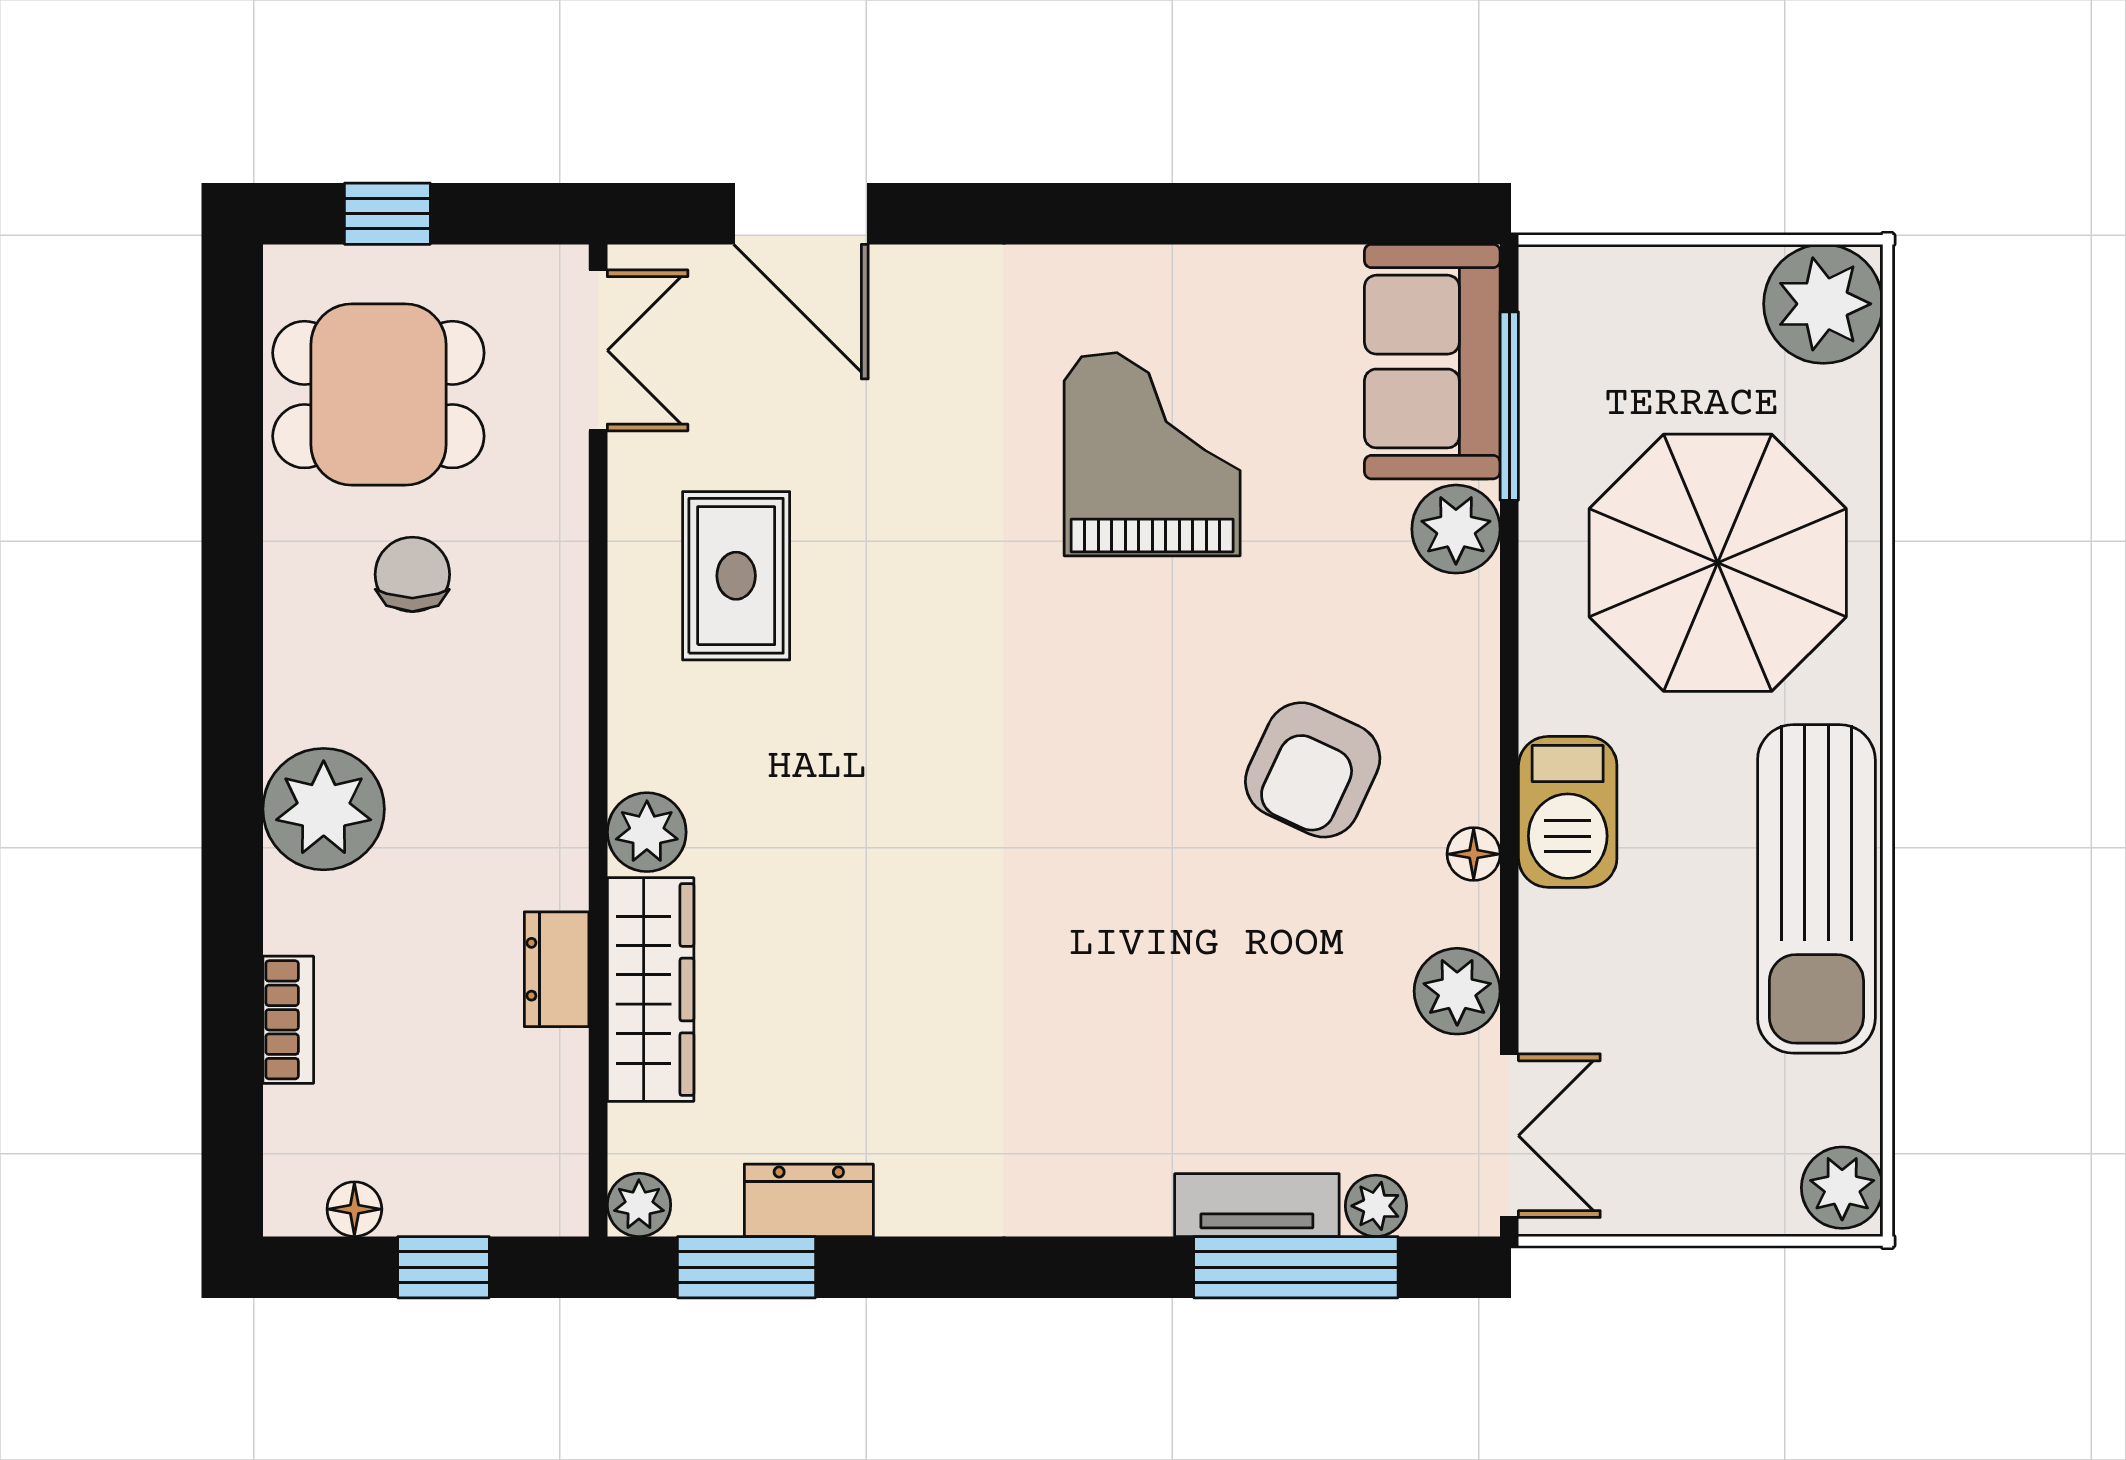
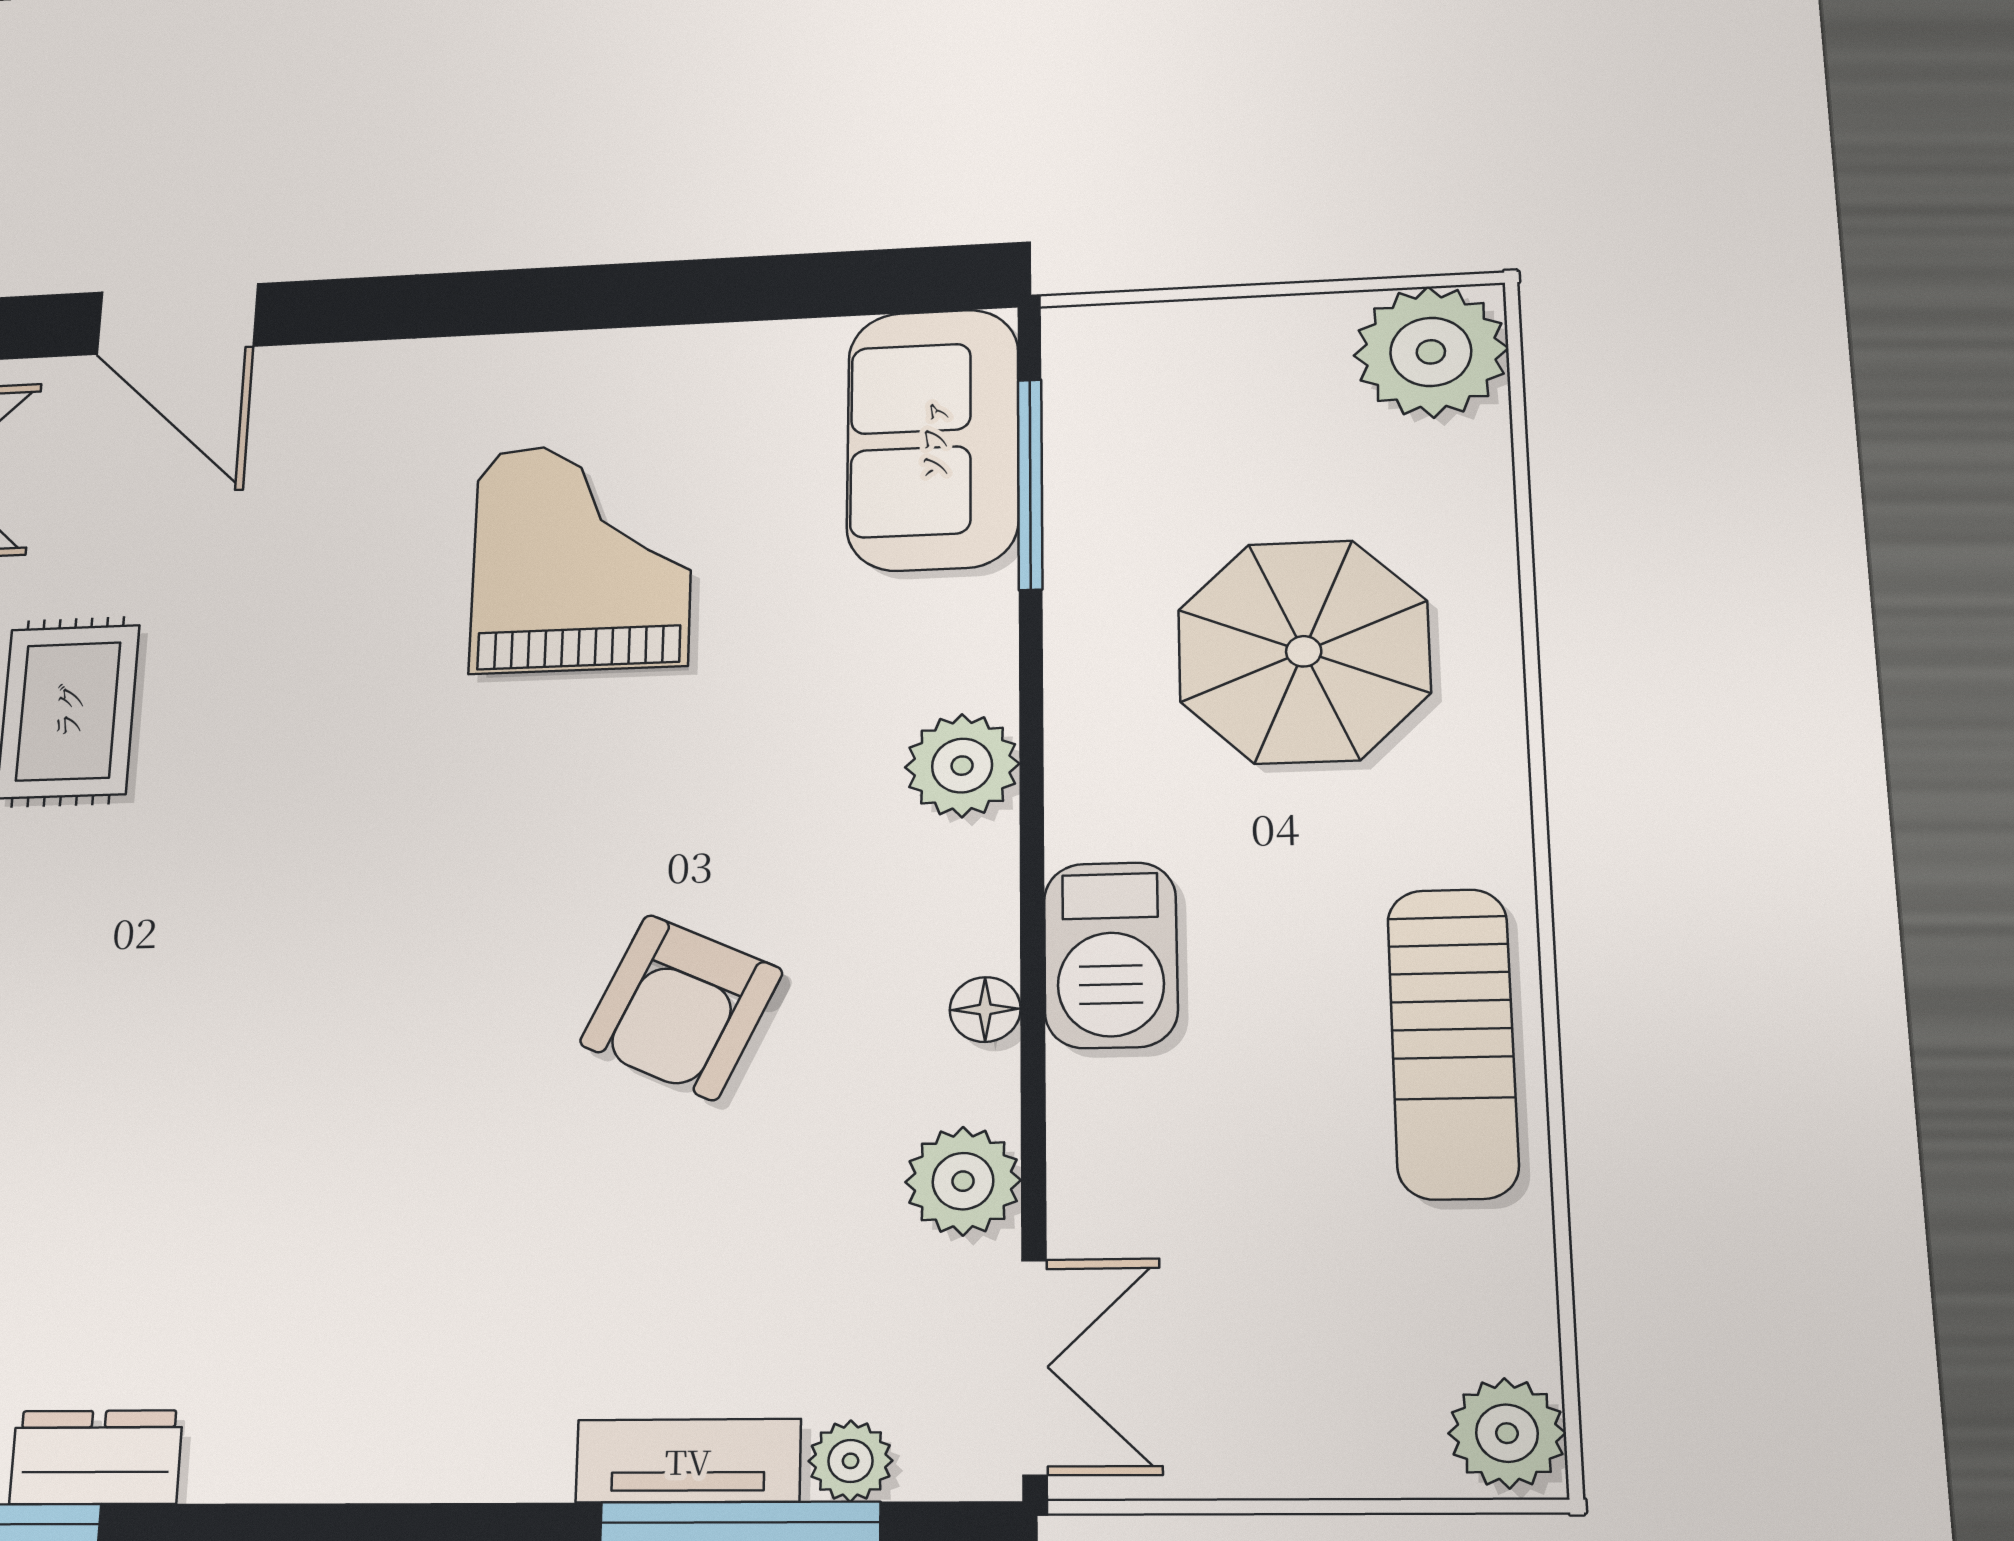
plant: (1456, 529) -> (962, 766), moved
parasol: (1718, 563) -> (1304, 651), width x0.73, depth x0.73
armchair: (1313, 770) -> (681, 1007), moved
sun lounger: (1816, 889) -> (1453, 1043), width x0.73, depth x0.75

